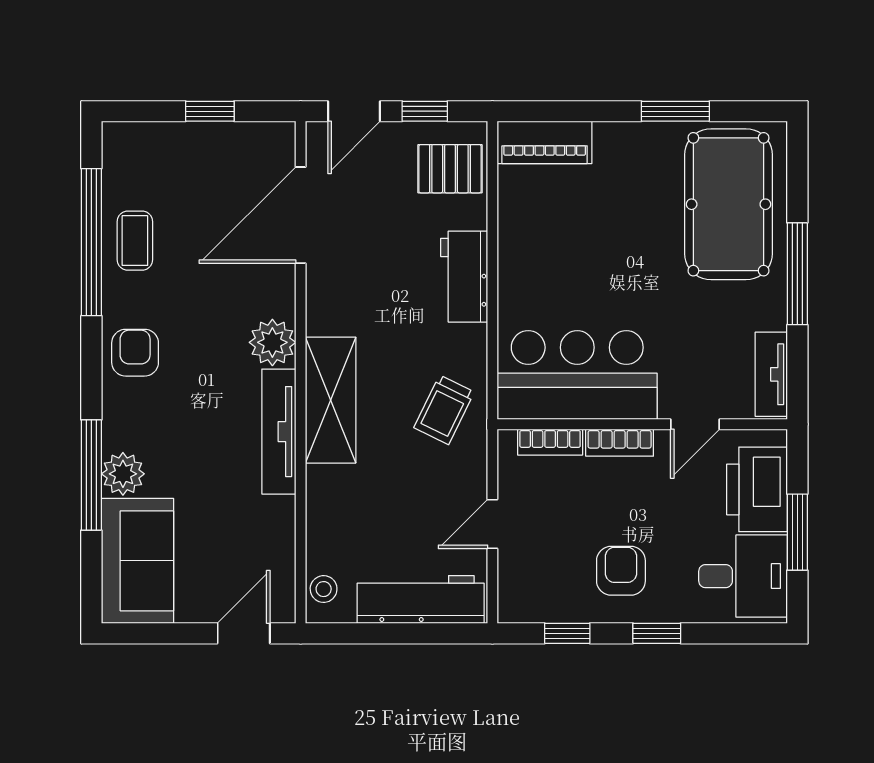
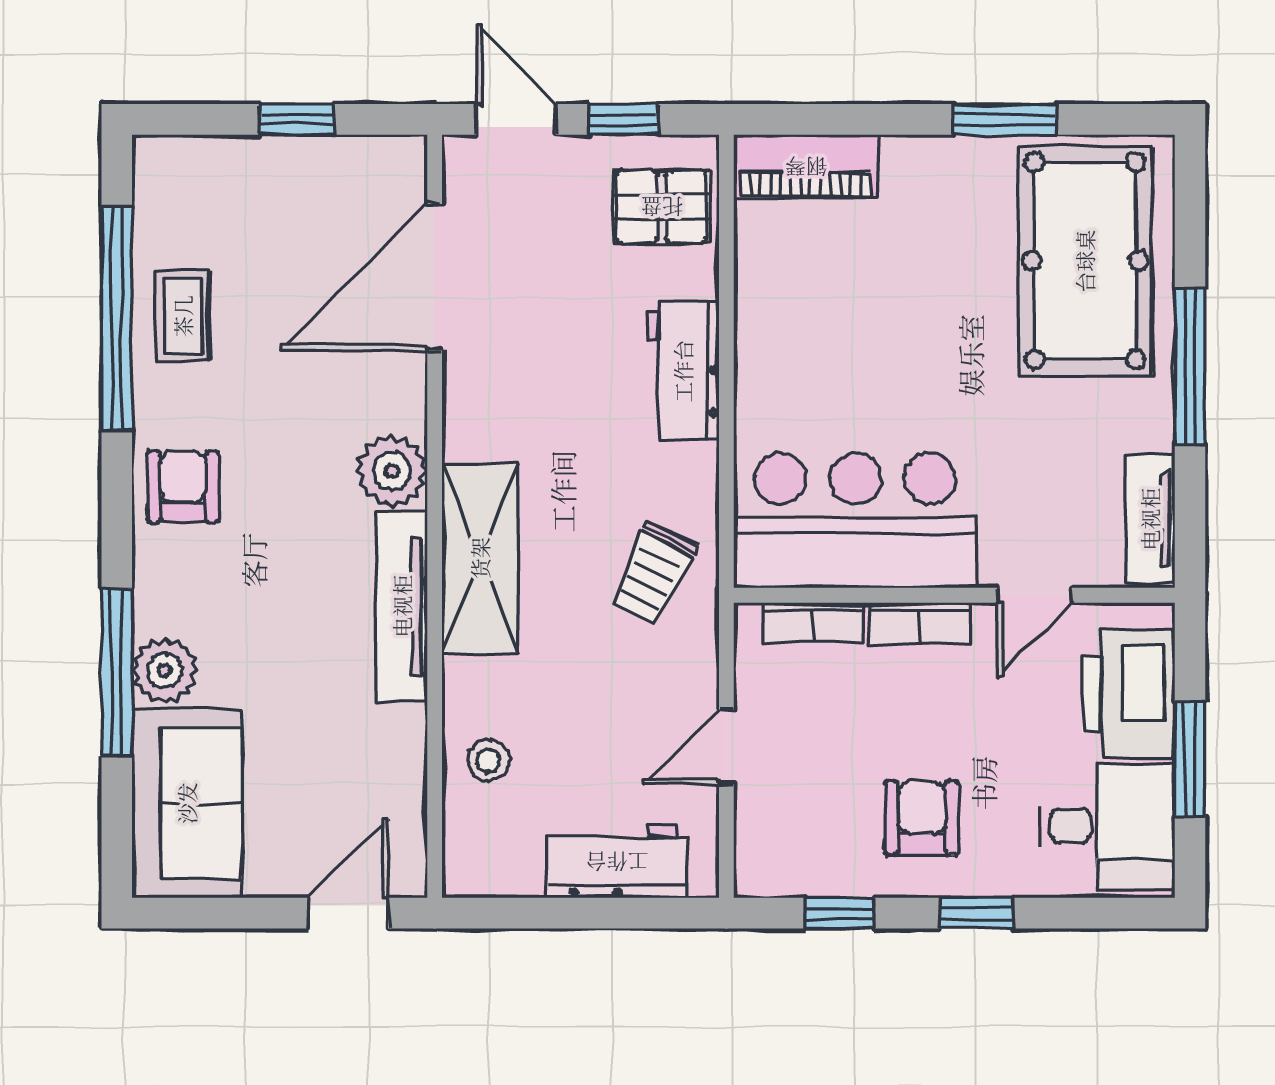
door: (354, 111) -> (516, 119), swing flipped
stool: (324, 589) -> (488, 760), moved
workbench: (421, 599) -> (617, 862), width x0.73

